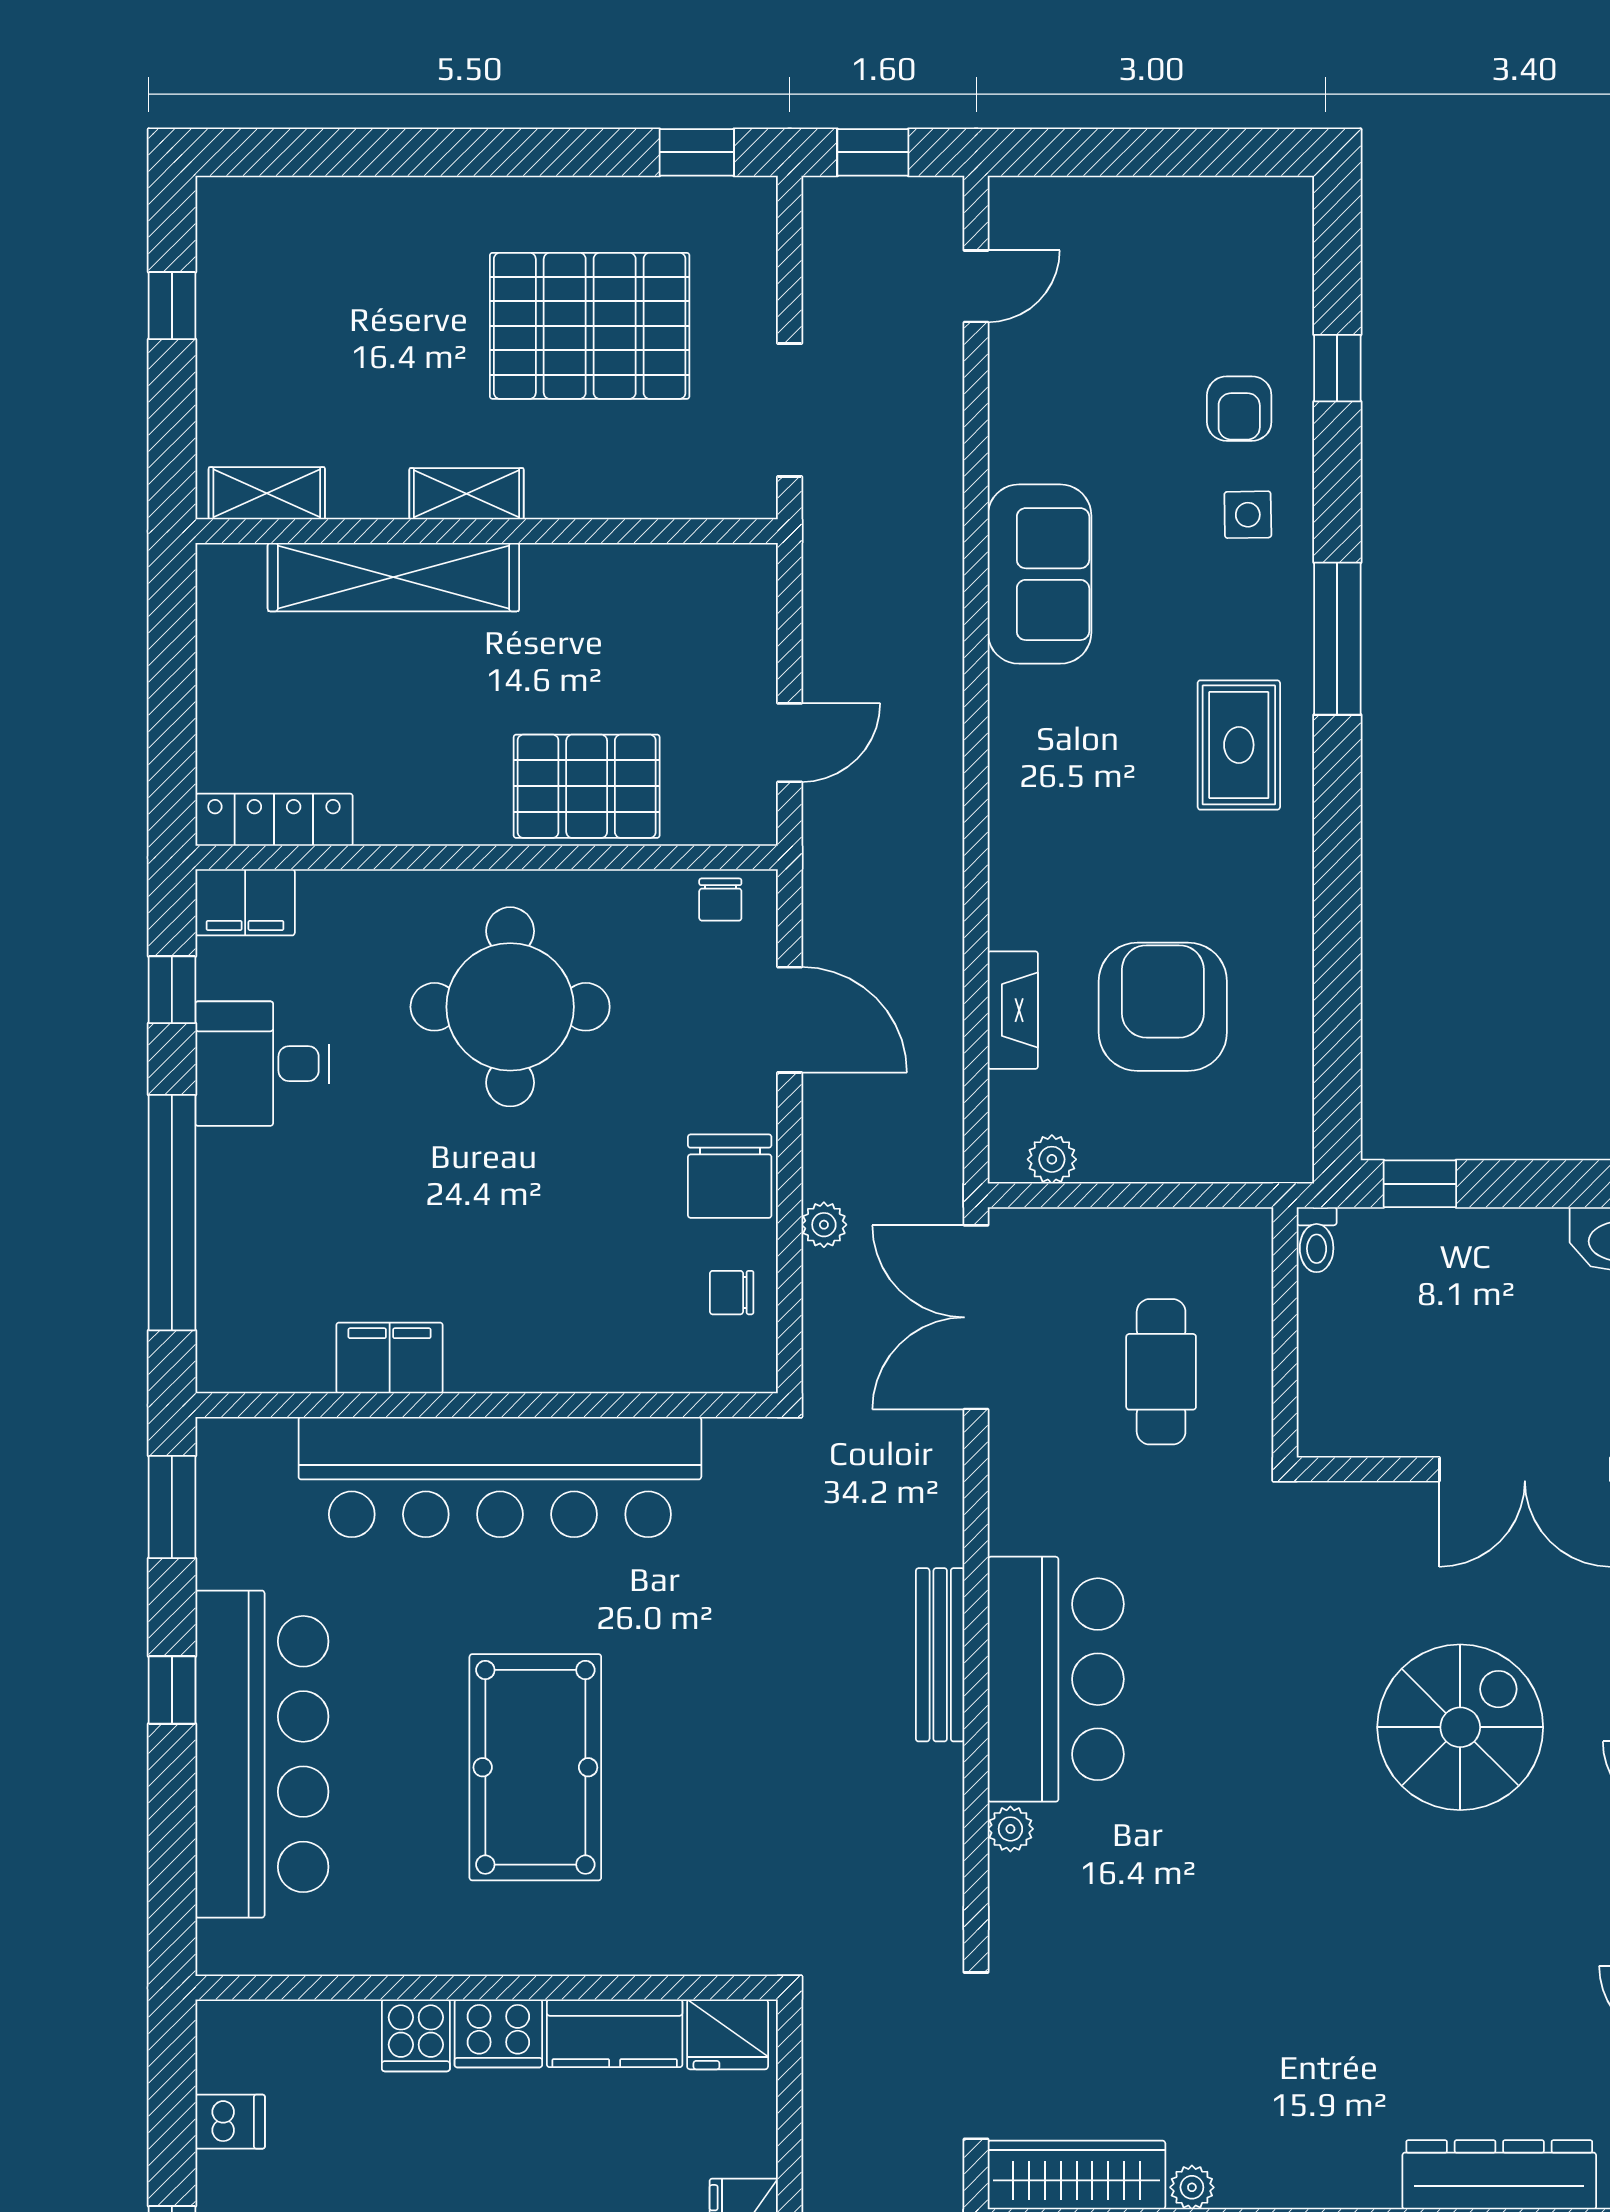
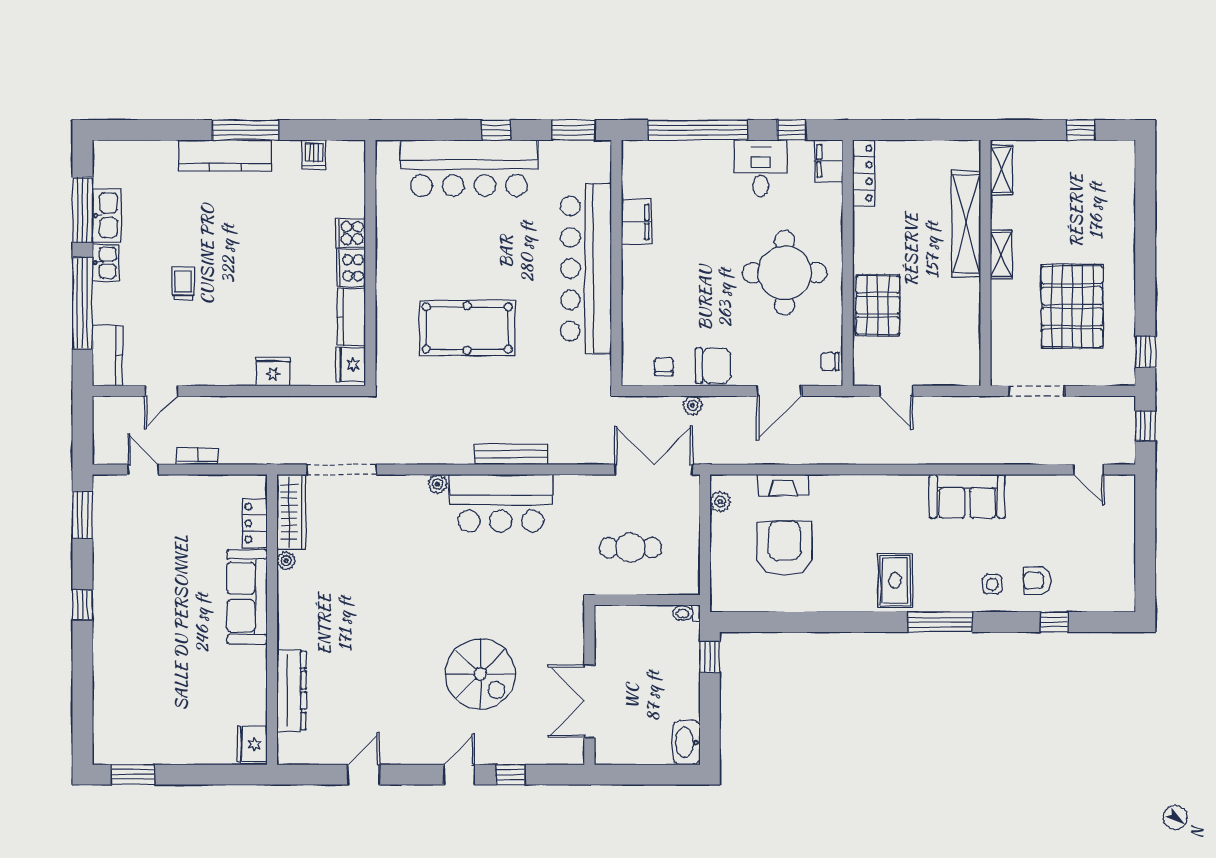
rug: (1239, 745) -> (895, 581), turned 90
armchair: (1163, 1007) -> (785, 548), turned -90
chair: (730, 1176) -> (713, 366), turned 180
pool table: (535, 1767) -> (467, 328), moved

